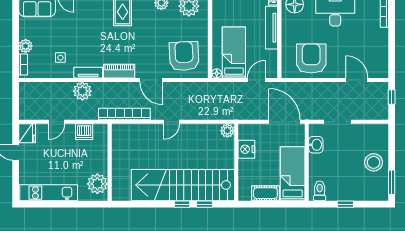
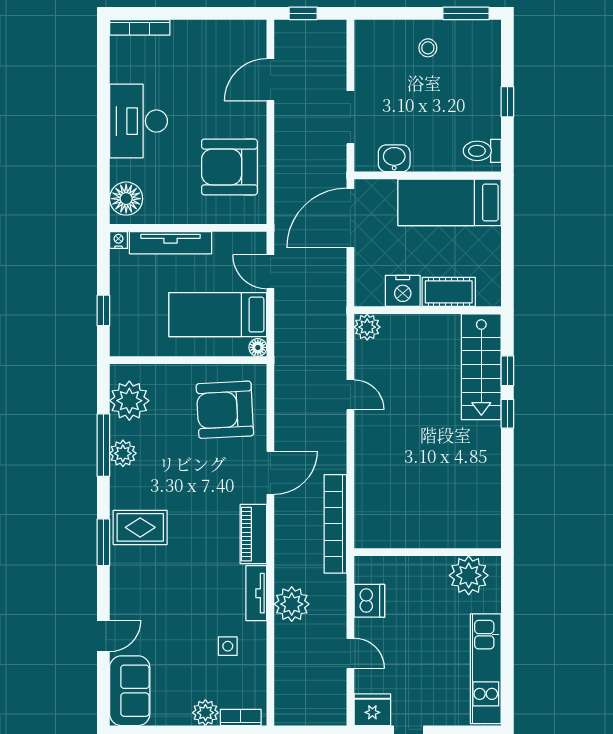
door: (171, 122) -> (350, 395), moved
stool: (374, 162) -> (428, 48), width x0.53, depth x0.53
stairs: (183, 185) -> (481, 367), width x0.54, depth x0.66
cot: (265, 193) -> (449, 292), moved, turned 90

